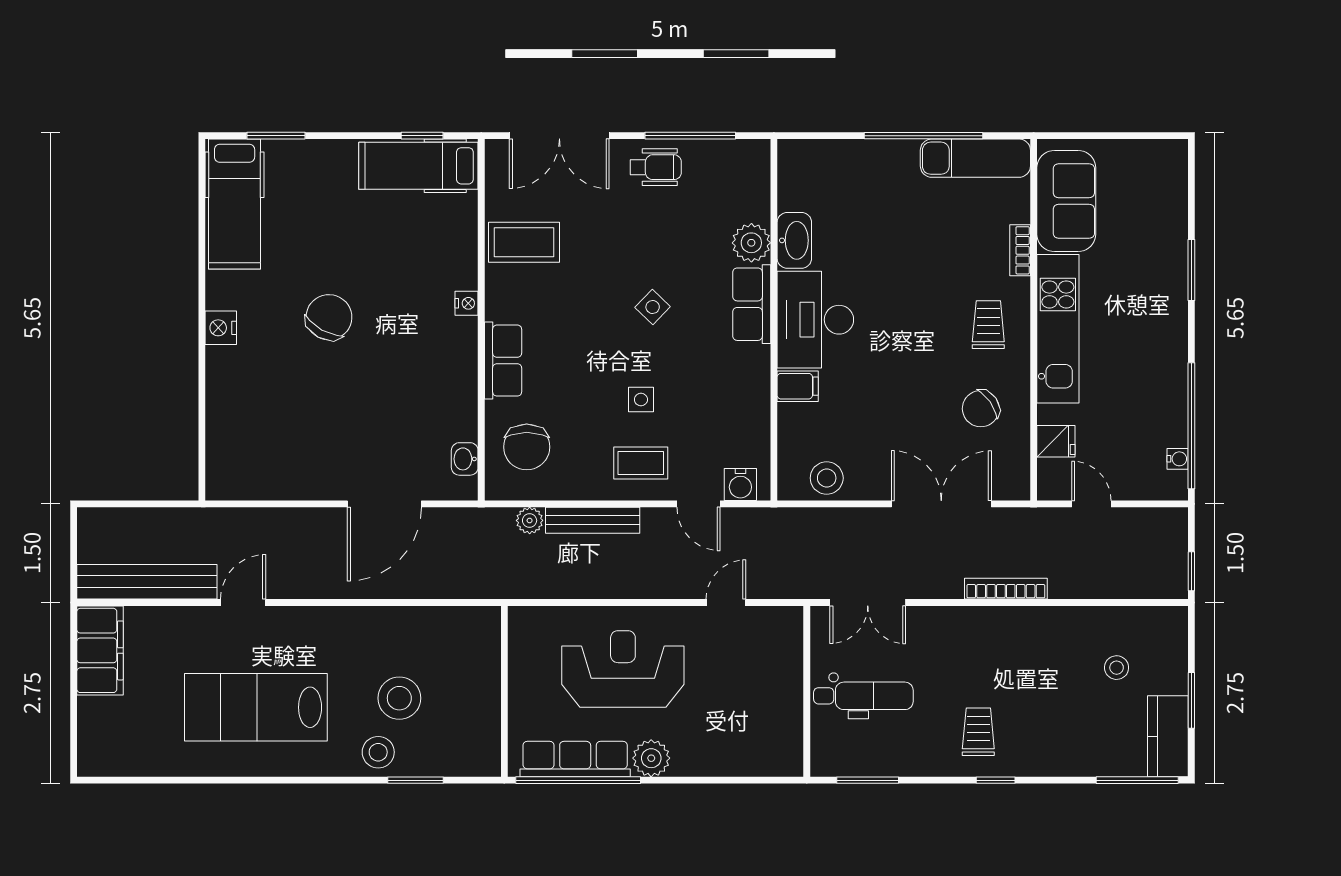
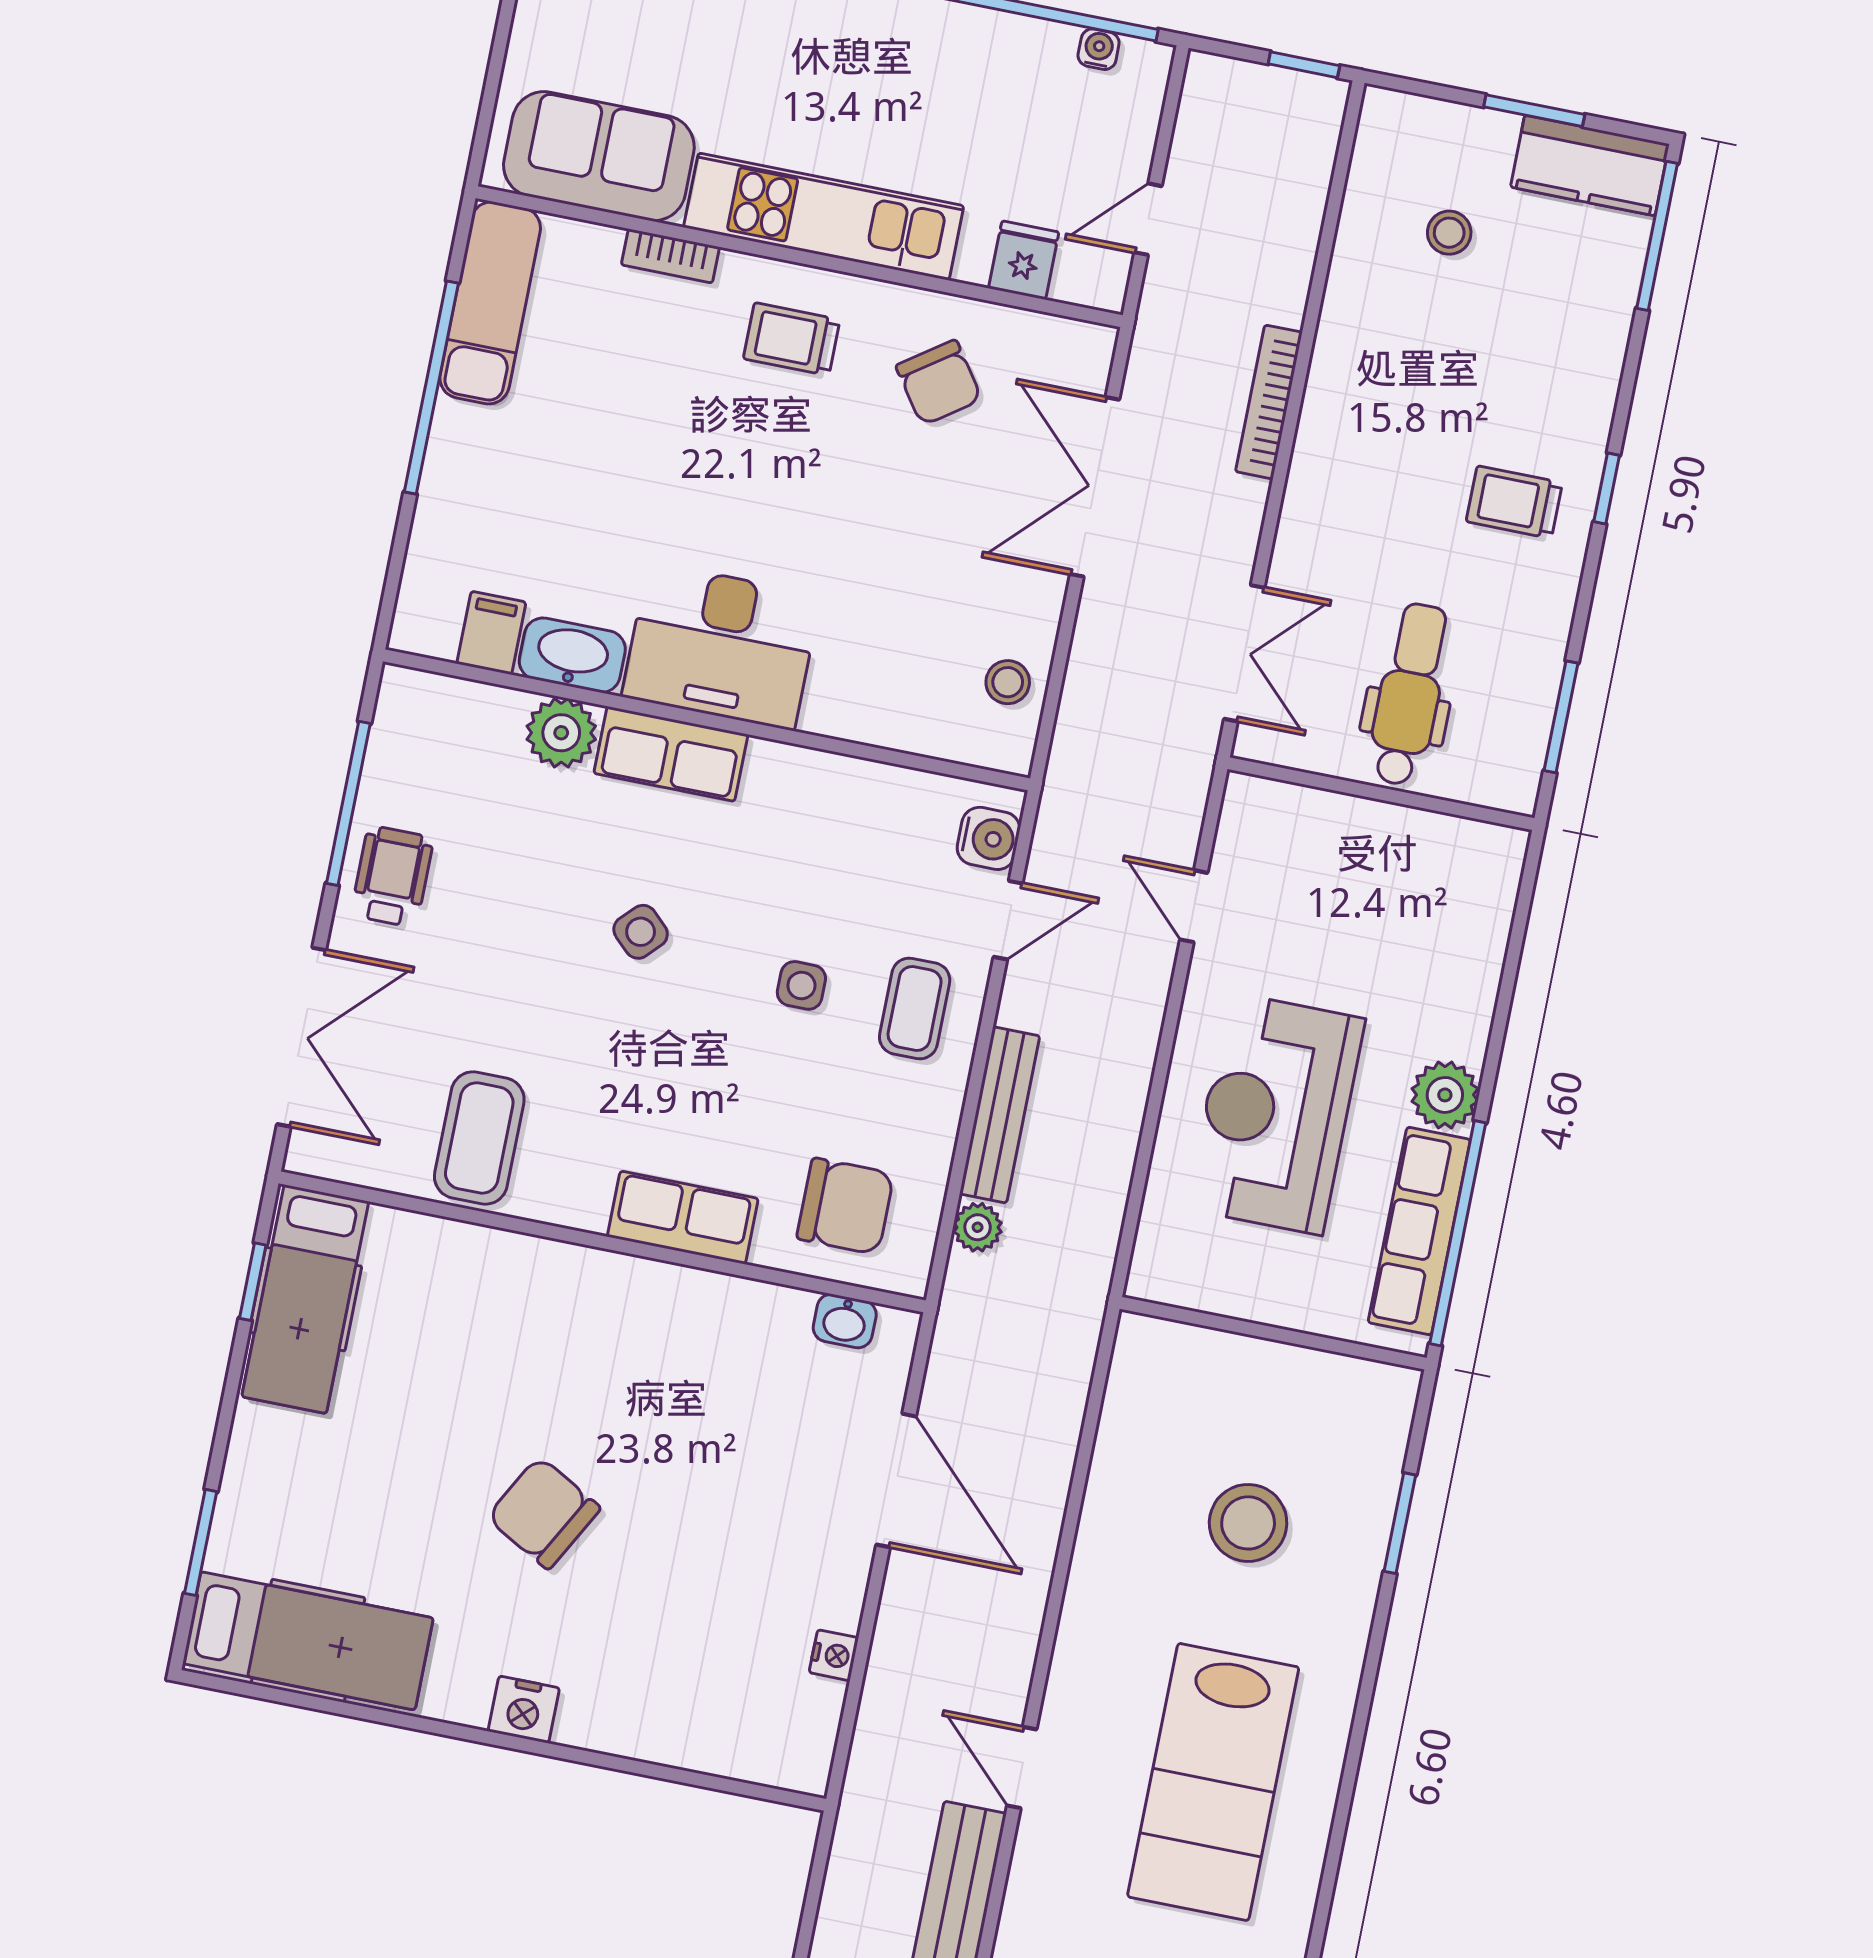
nightstand: (467, 303) -> (834, 1655), moved, turned 90
filing cabinet: (798, 386) -> (491, 633), moved
stool: (827, 478) -> (1008, 682), width x0.73, depth x0.73
stool: (378, 752) -> (1337, 1580), removed

